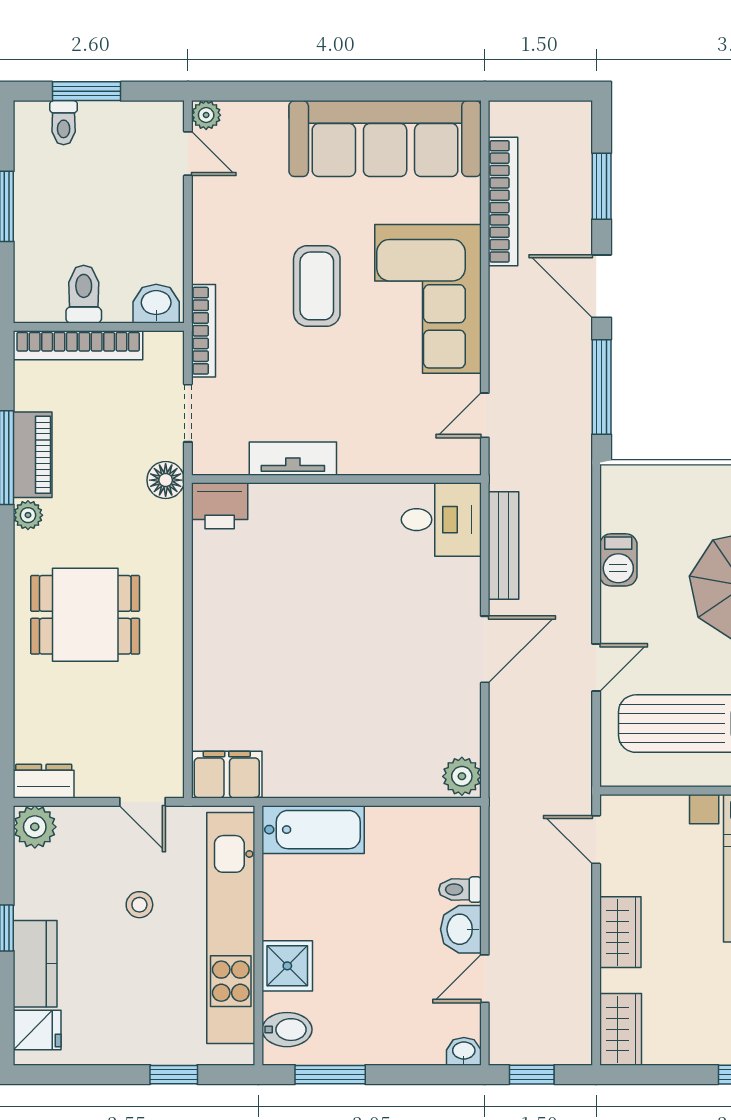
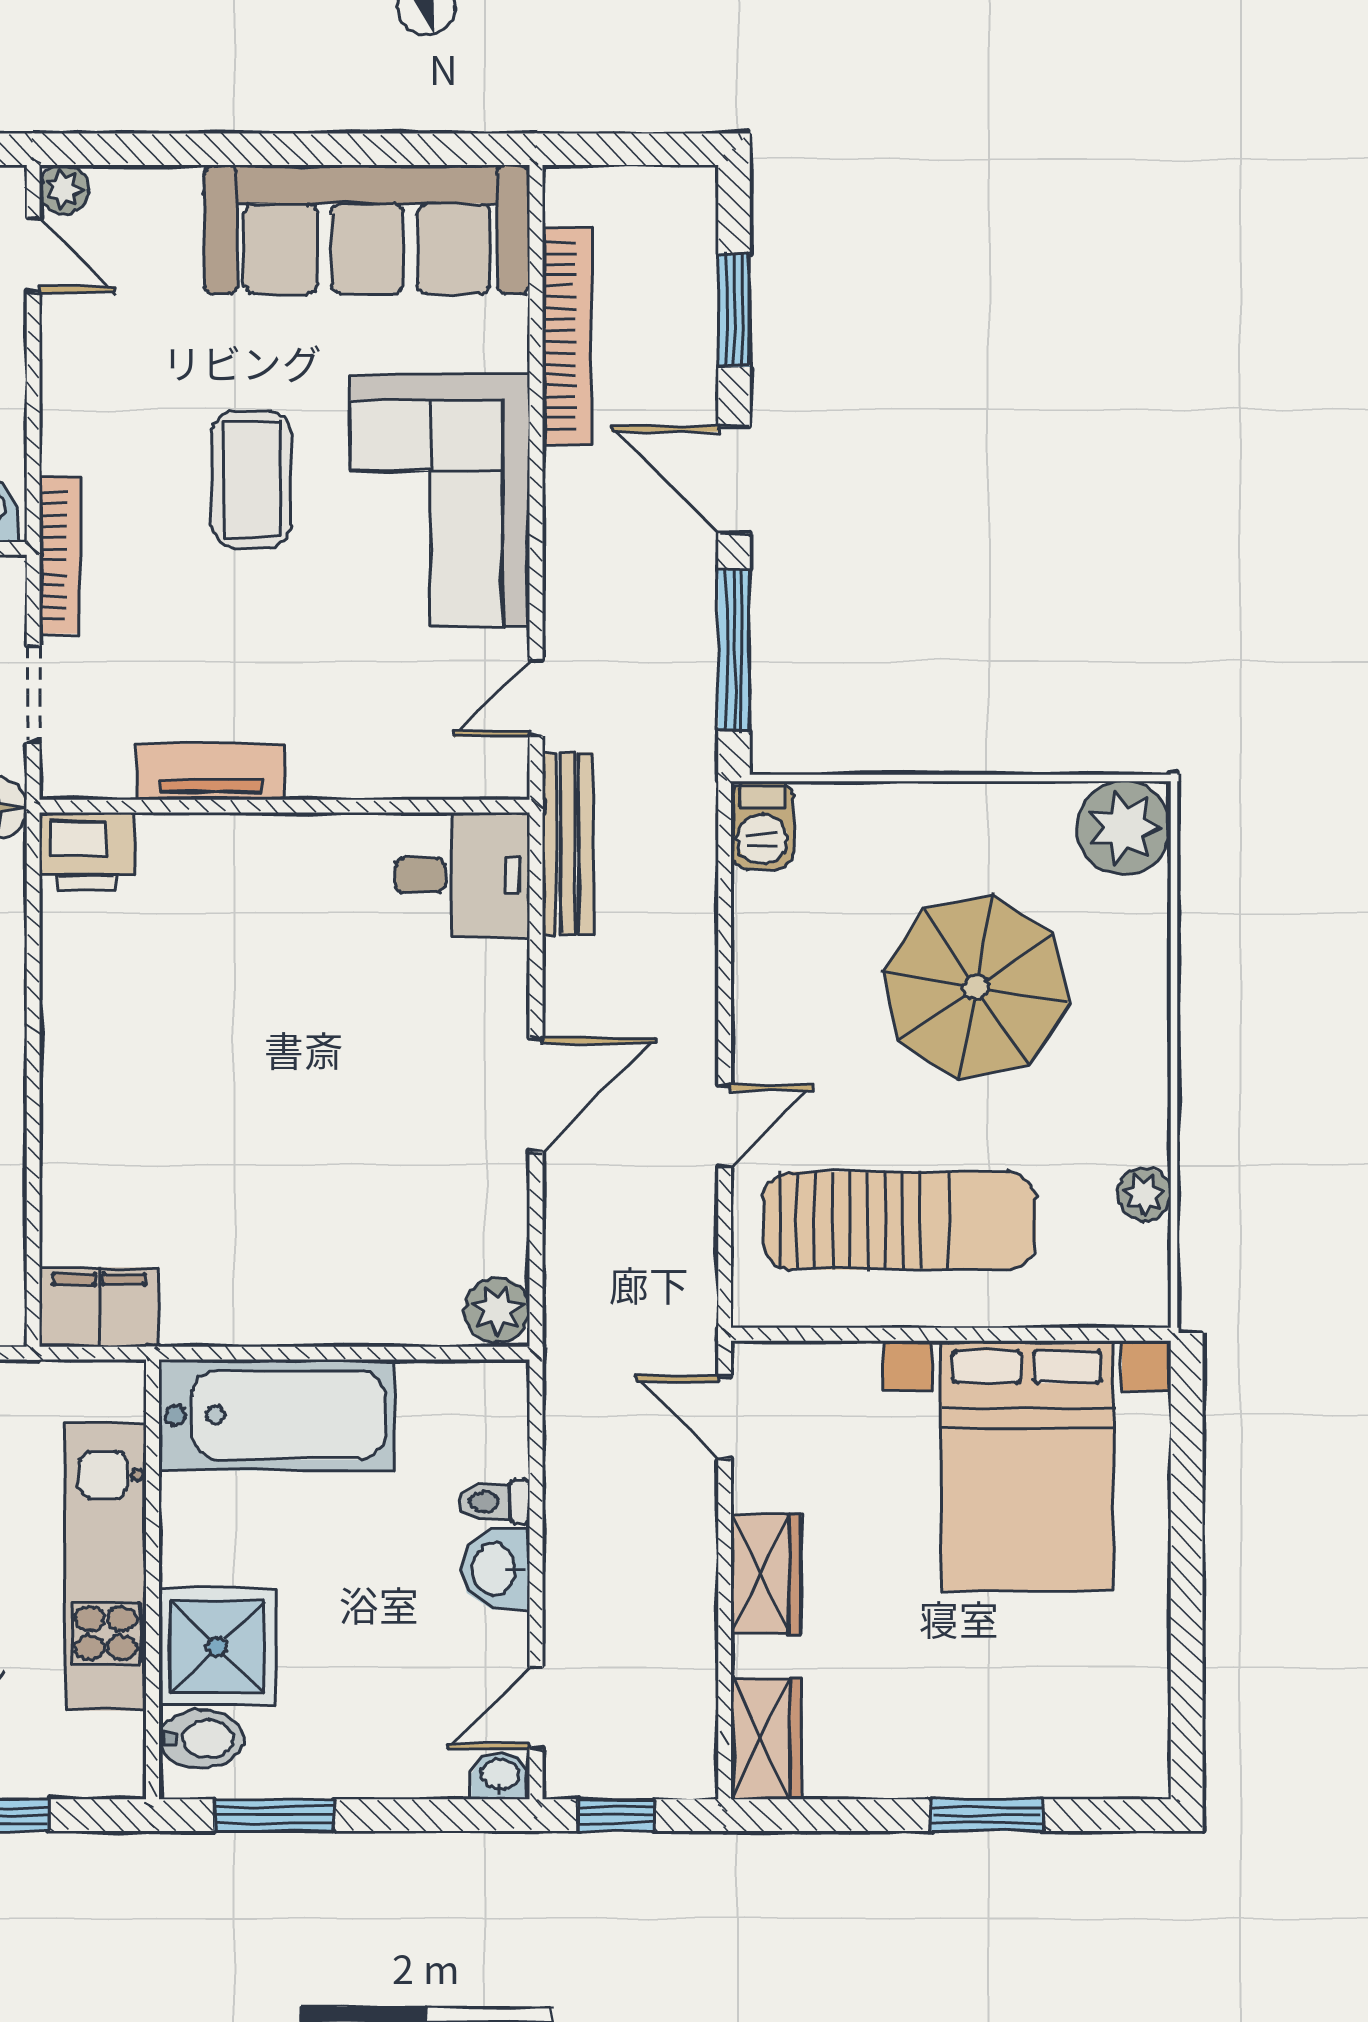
bench: (504, 545) -> (568, 844), moved
barbecue: (618, 560) -> (762, 825), moved
bathtub: (313, 830) -> (277, 1415), width x1.36, depth x1.36
kitchen unit: (231, 928) -> (106, 1567), width x0.73
shower: (287, 966) -> (217, 1647), width x1.36, depth x1.36
door: (485, 979) -> (536, 1708), moved

